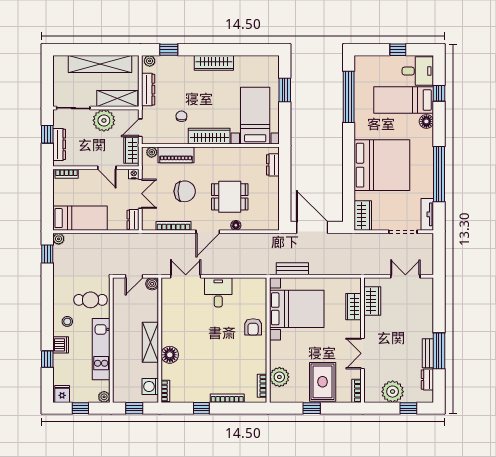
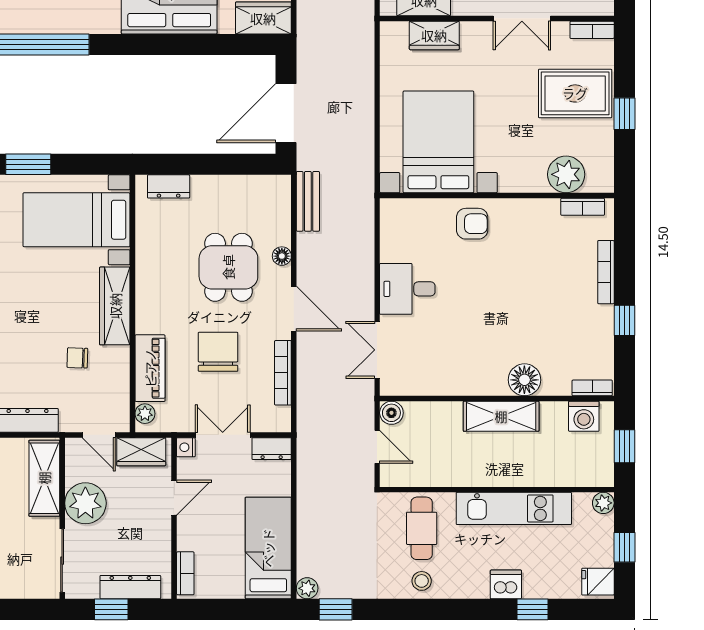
bench: (292, 269) -> (308, 201), moved
stool: (67, 321) -> (422, 581), moved

